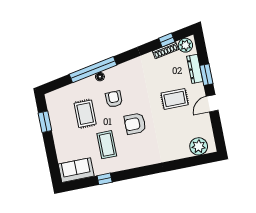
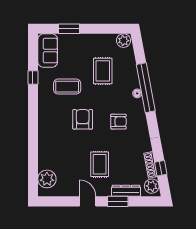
armchair: (114, 99) -> (119, 122), moved
plant: (52, 100) -> (124, 41), added
rug: (85, 114) -> (103, 71), turned 90
window: (45, 122) -> (69, 29), moved

